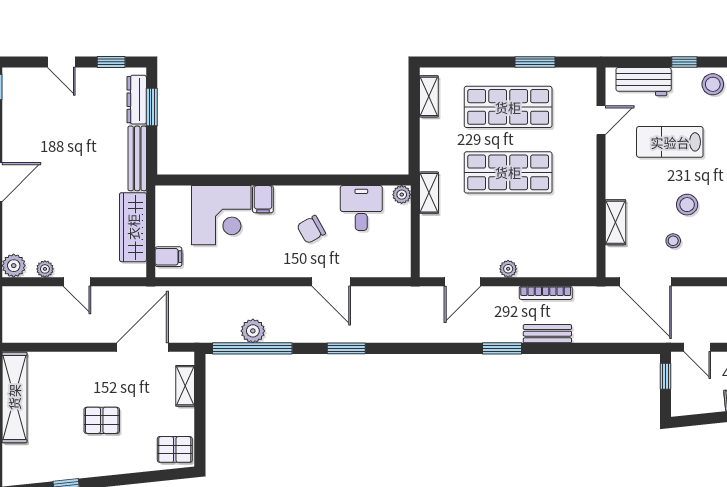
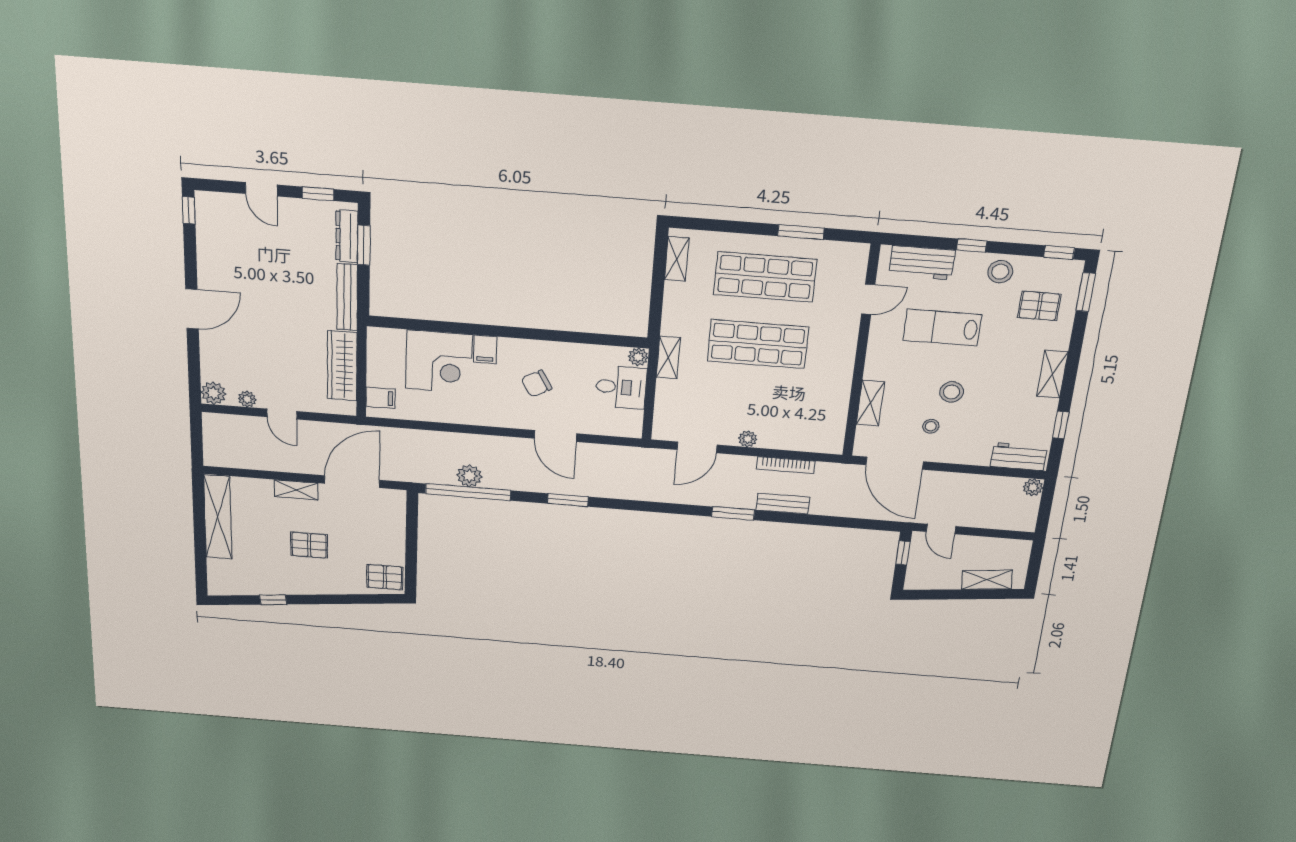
desk: (361, 208) -> (621, 387), moved, turned 90
shelving: (185, 386) -> (296, 490), moved, turned 90

